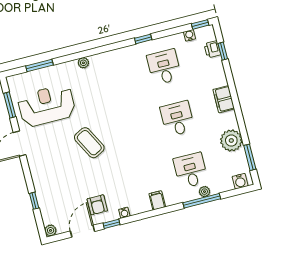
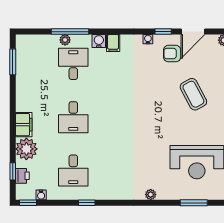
plant: (231, 140) -> (26, 149), moved
coffee table: (89, 143) -> (193, 94), moved
desk: (191, 170) -> (73, 64), turned 180
water cooler: (240, 181) -> (99, 41), moved
armchair: (97, 205) -> (172, 54), turned -90

